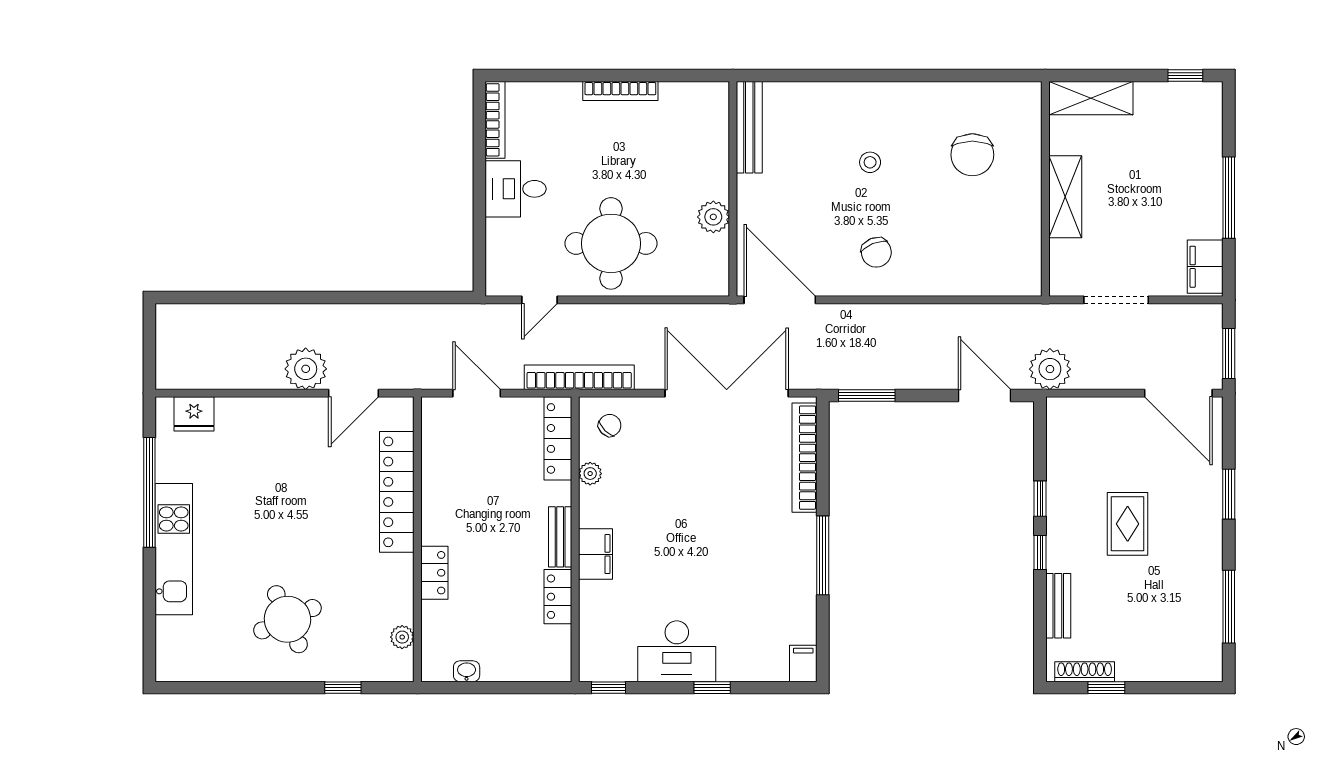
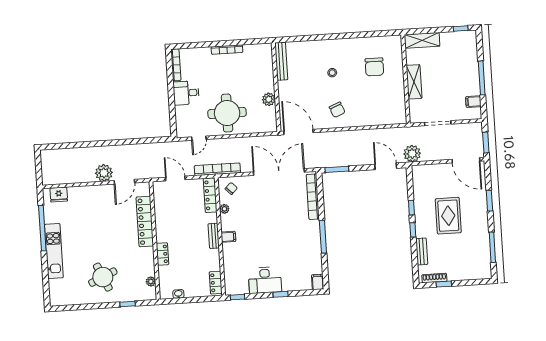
filing cabinet: (1205, 267) -> (473, 102), width x0.50
rug: (1128, 524) -> (448, 216), width x1.36, depth x1.43
filing cabinet: (596, 554) -> (228, 237), width x0.50
locker: (558, 597) -> (216, 283), moved

